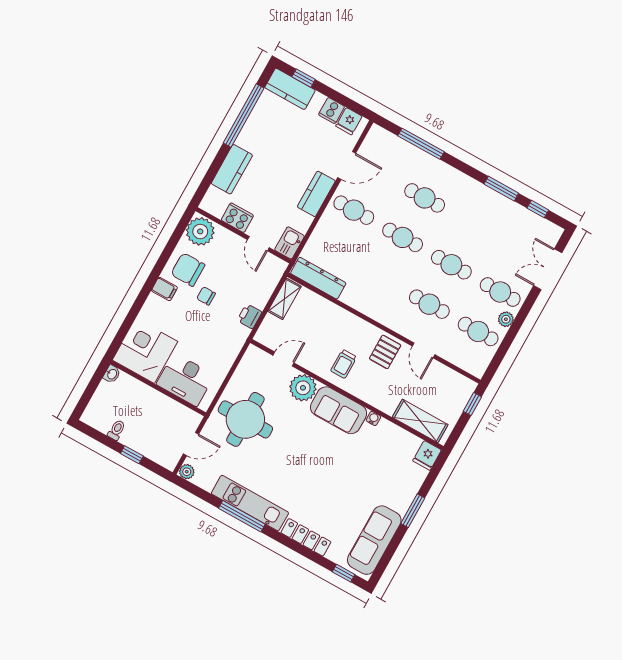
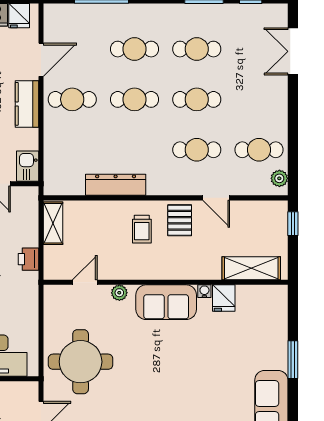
dresser: (318, 278) -> (116, 185), moved
cafe table: (500, 292) -> (197, 49), moved
plant: (506, 319) -> (279, 178), moved
trolley: (344, 364) -> (142, 229), moved
plant: (303, 388) -> (119, 293), width x0.53, depth x0.53
fridge: (427, 455) -> (224, 298), moved

